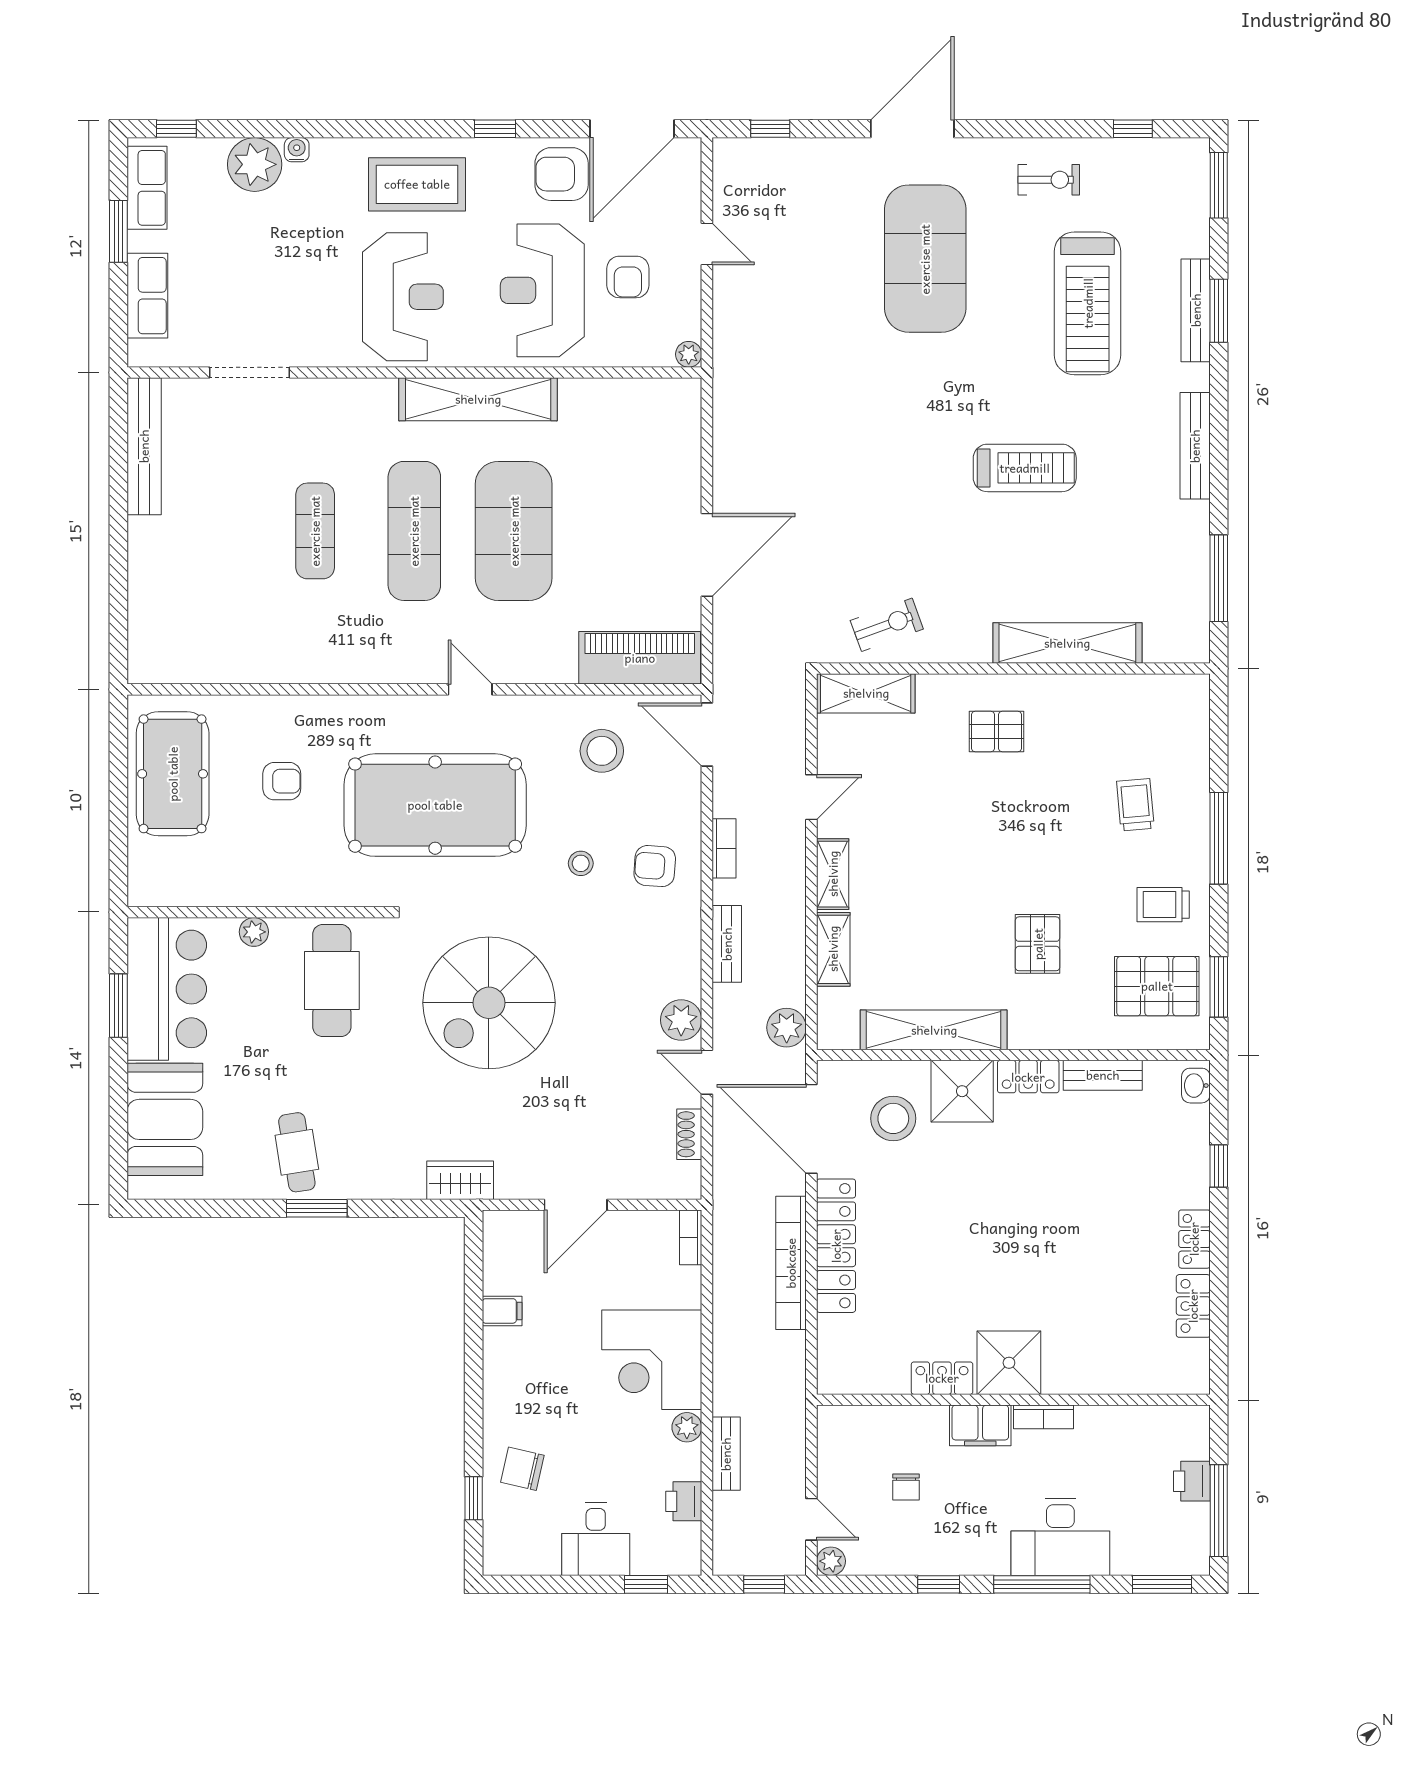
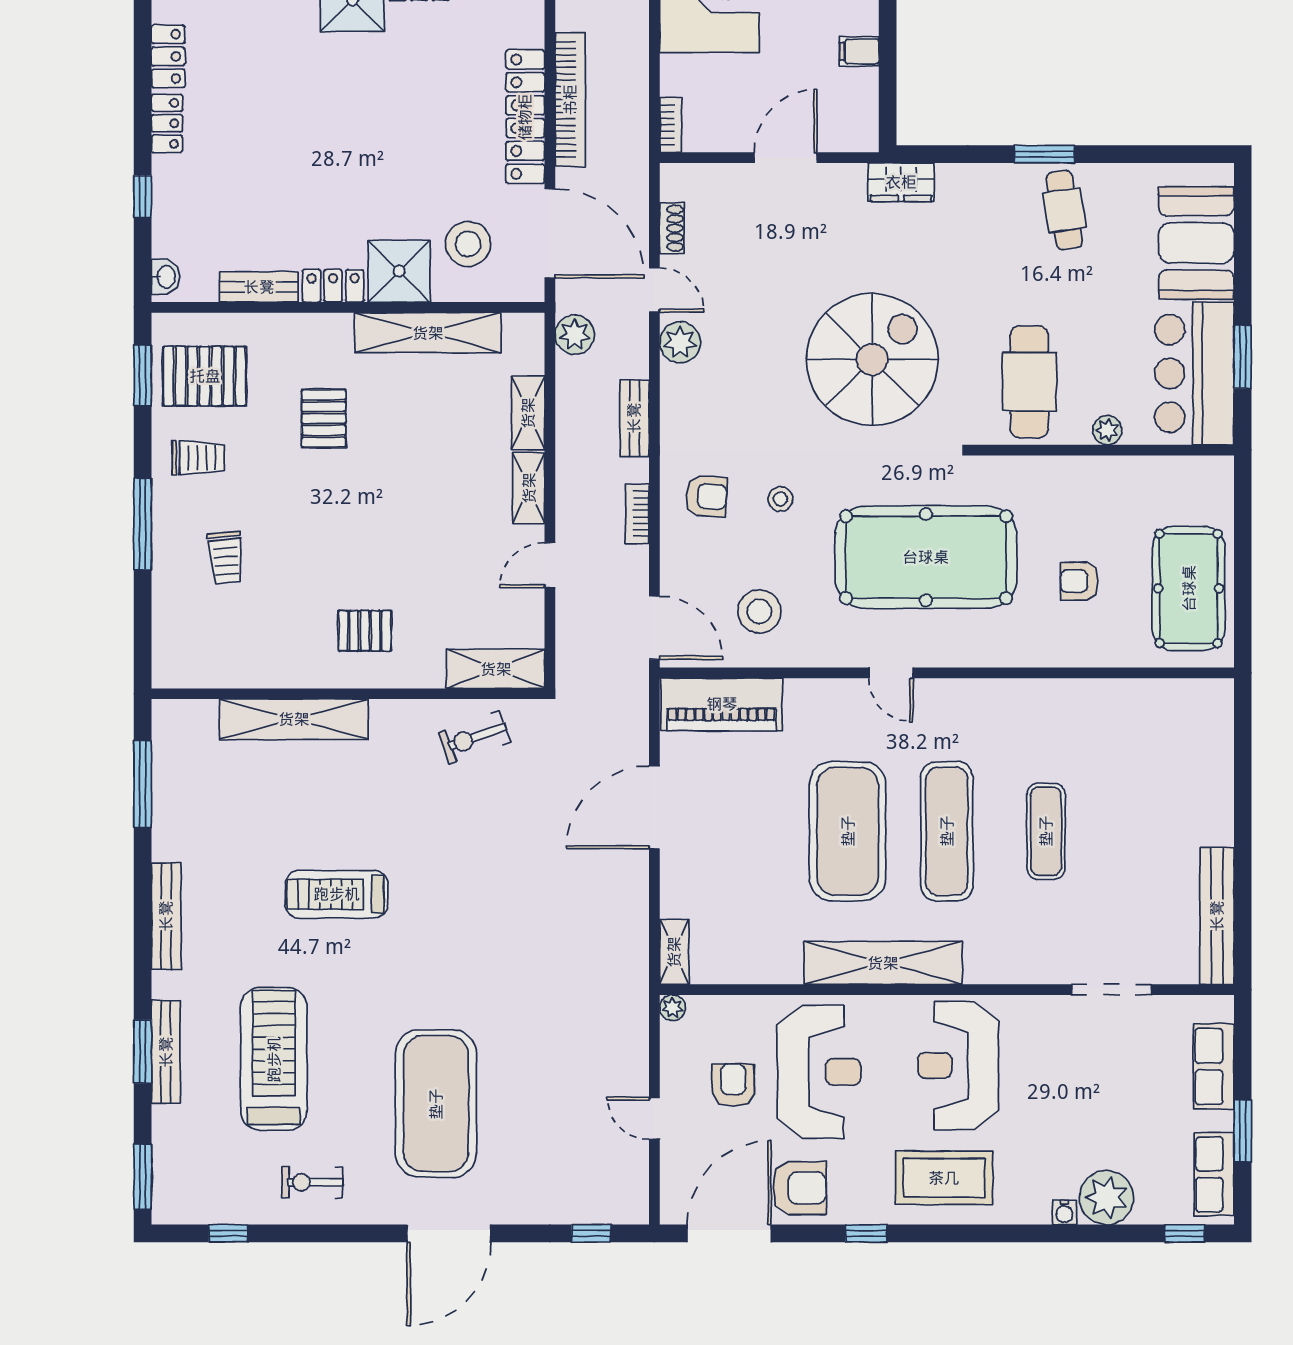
shelving: (687, 410) -> (674, 952), added

